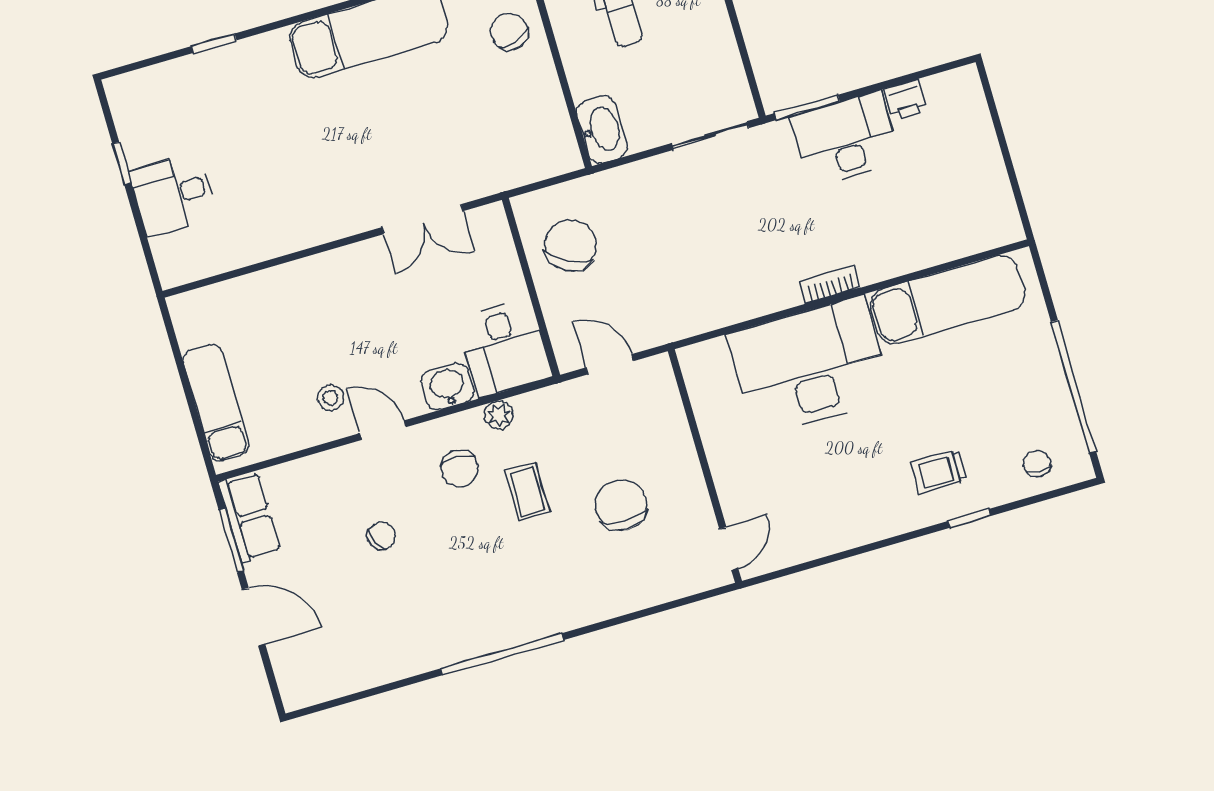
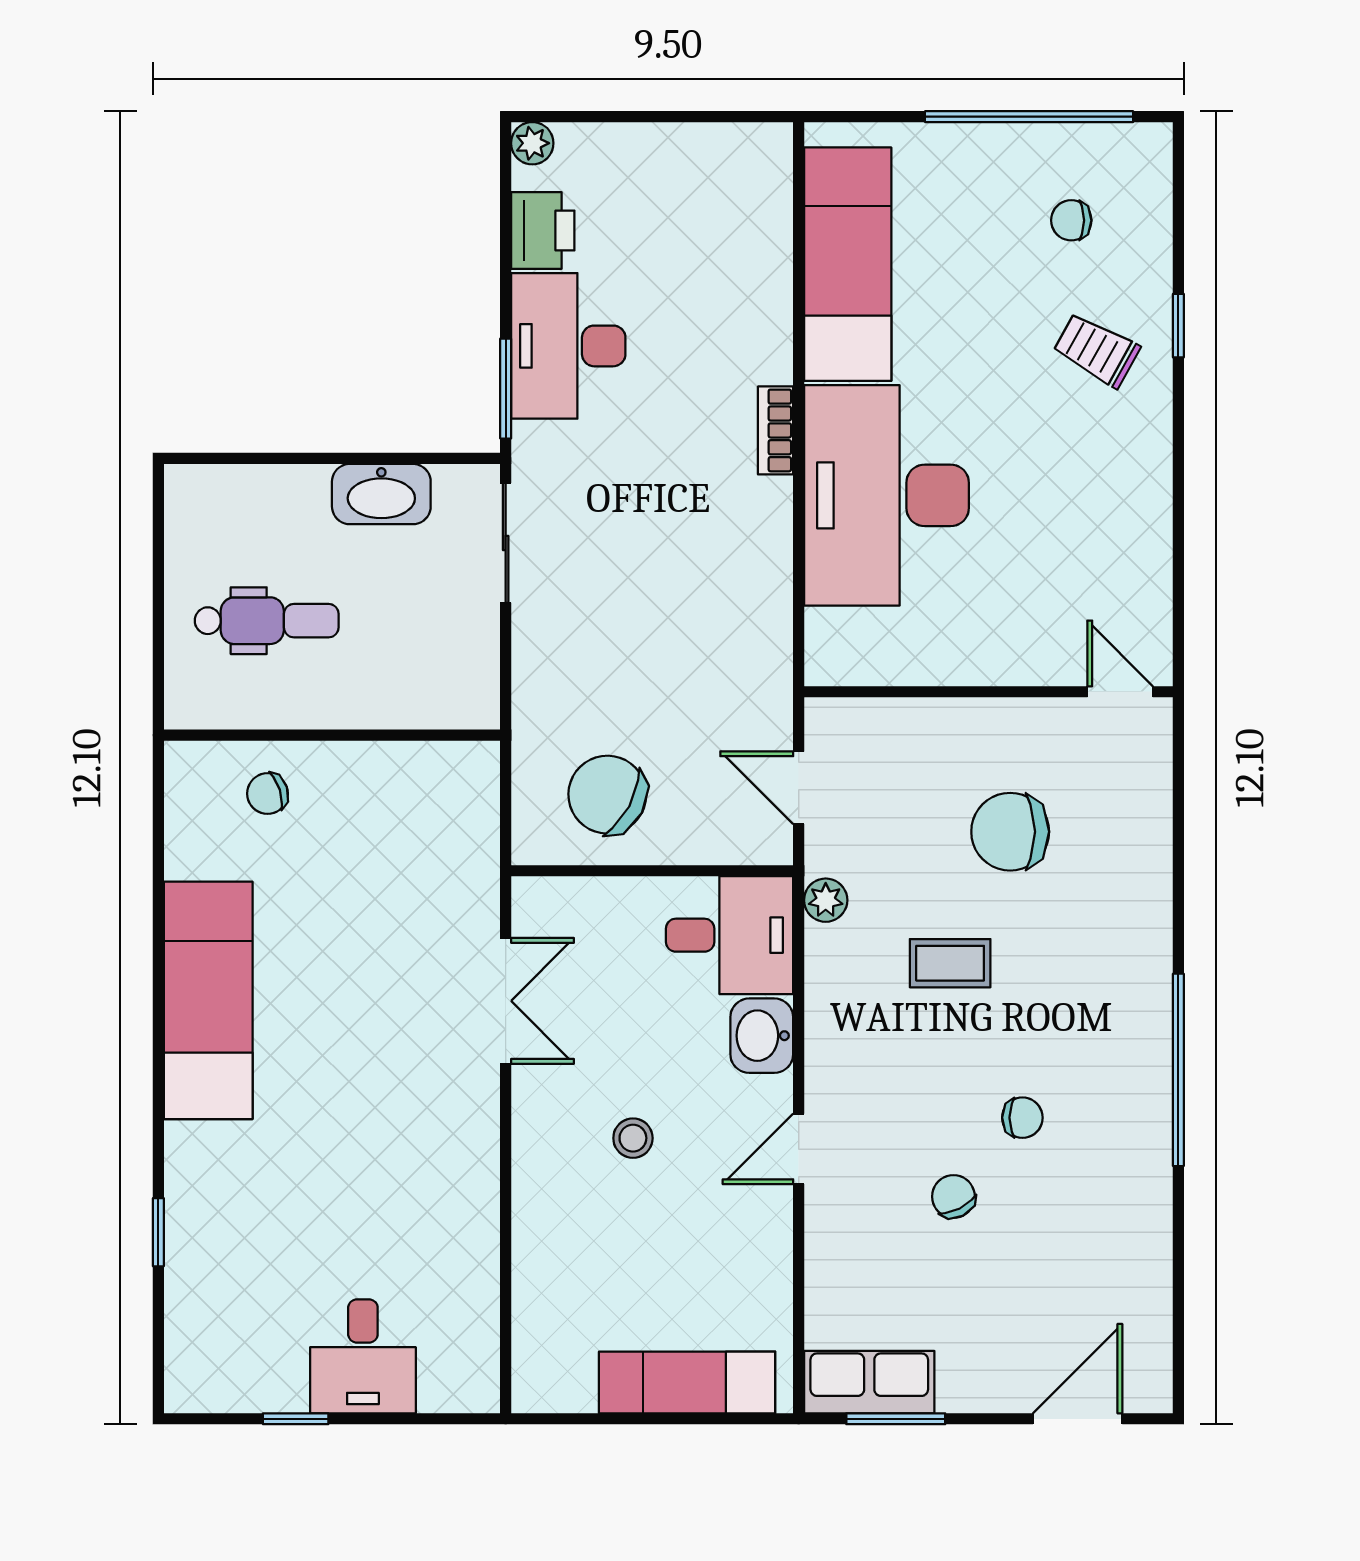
chair: (509, 32) -> (268, 794), width x0.73, depth x0.73
plant: (966, 79) -> (532, 143), added
printer: (906, 100) -> (543, 230), width x1.36, depth x1.24
washbasin: (602, 130) -> (381, 494), moved, turned 180
door: (610, 364) -> (799, 788), hinge flipped
stool: (330, 398) -> (633, 1138), moved
plant: (499, 415) -> (826, 900), moved
chair: (1037, 464) -> (1071, 220), moved
chair: (459, 468) -> (1022, 1118), moved, width x0.73, depth x0.73
trolley: (939, 472) -> (1097, 350), turned 119
door: (253, 617) -> (1078, 1419), moved

